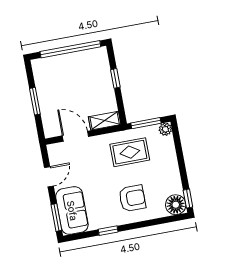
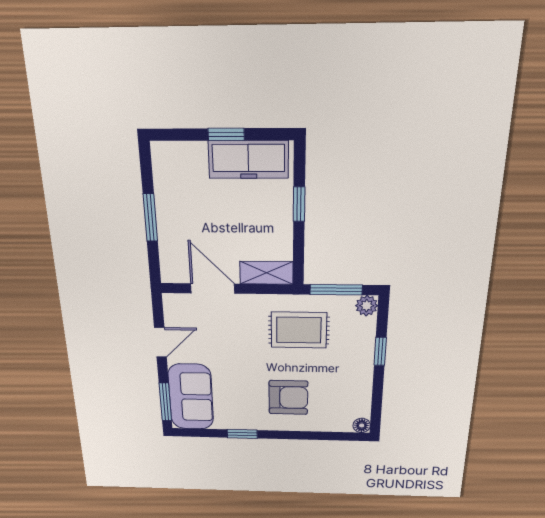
window: (70, 49) -> (226, 134), width x0.32
freezer: (84, 60) -> (248, 160), added
window: (188, 199) -> (380, 351), moved
floor lamp: (176, 205) -> (362, 425), width x0.53, depth x0.53

